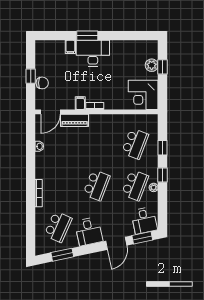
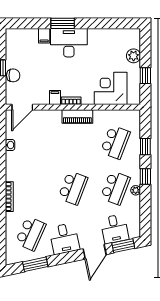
window: (163, 67) -> (145, 76), moved
corner desk: (143, 95) -> (111, 88), moved, turned 90
piano: (75, 120) -> (77, 117), moved
desk: (144, 220) -> (114, 229), moved

